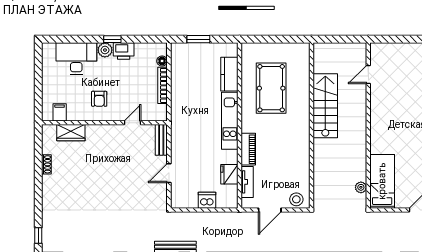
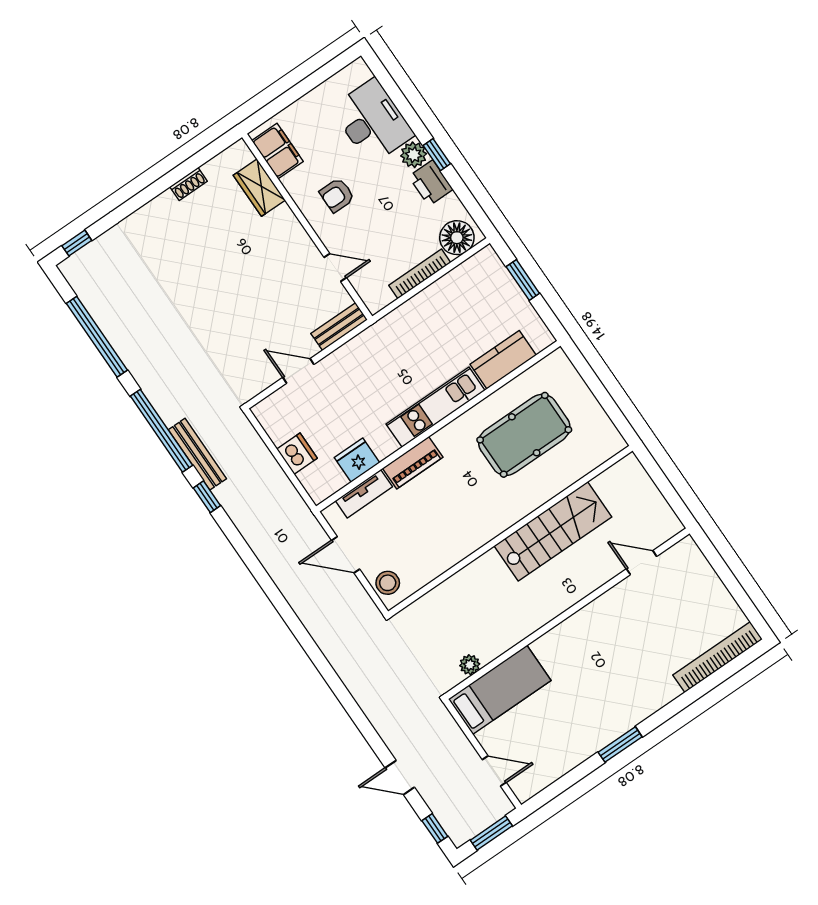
floor lamp: (162, 61) -> (457, 238), width x1.89, depth x1.89
filing cabinet: (60, 112) -> (278, 151), width x2.00

